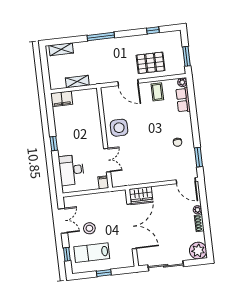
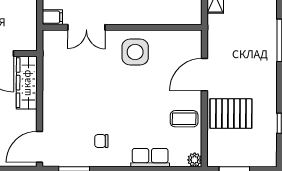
pallet: (151, 63) -> (231, 114), turned 90
row of seats: (183, 100) -> (150, 158), moved
wardrobe: (141, 194) -> (27, 83), width x1.50

